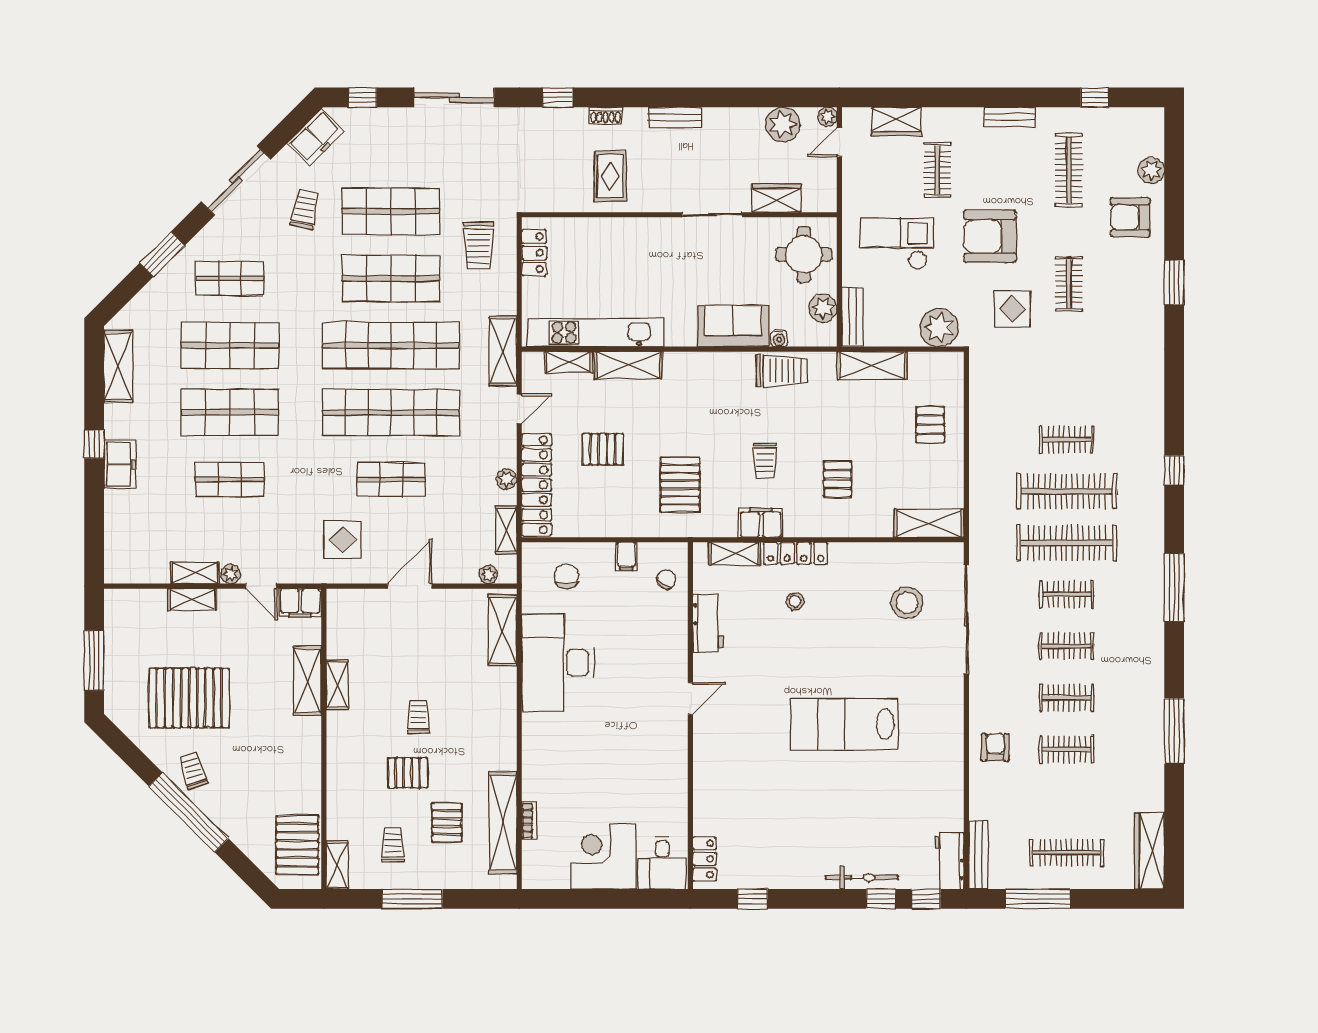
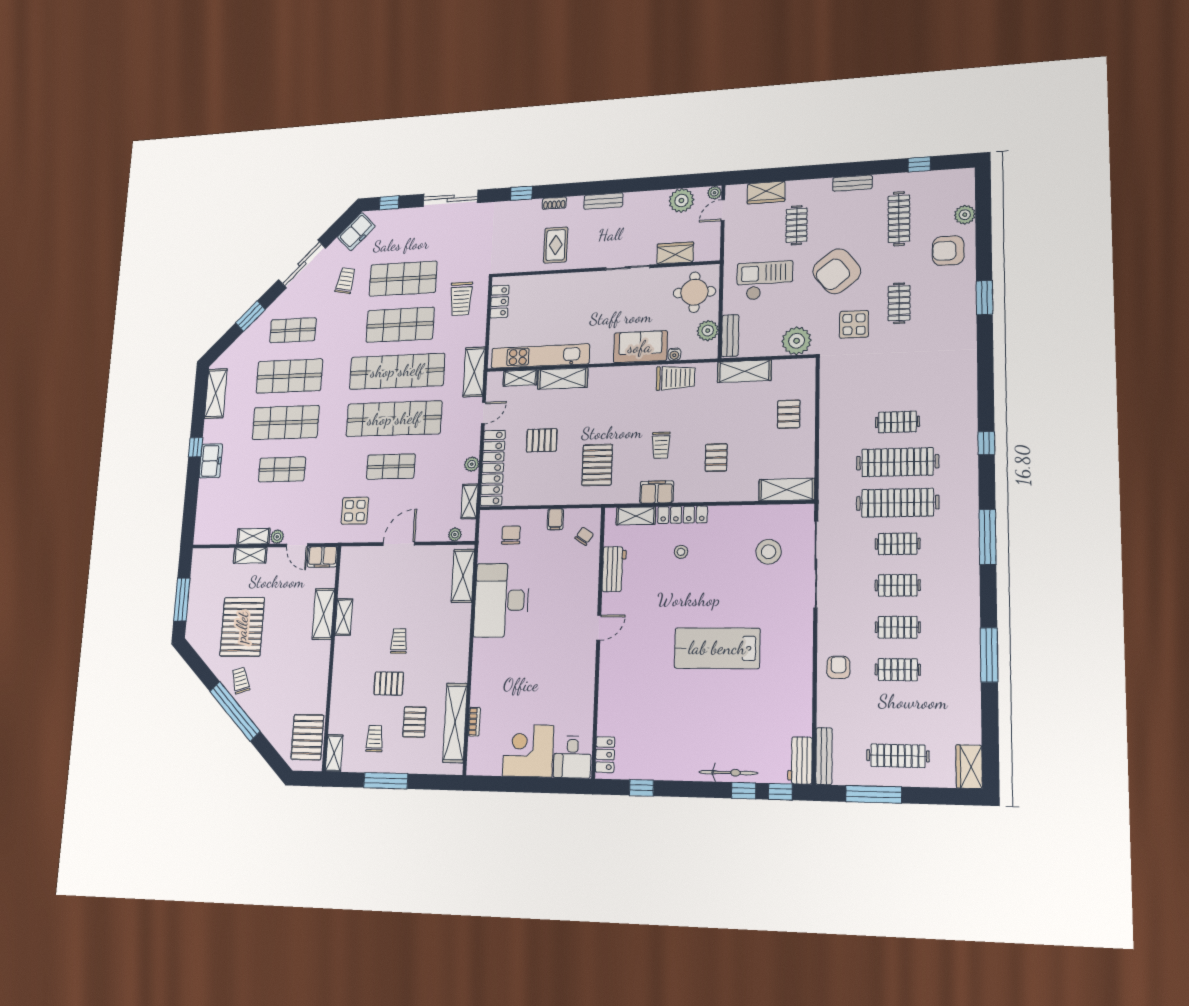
armchair: (990, 236) -> (837, 271), turned -38
pallet: (189, 698) -> (242, 627), turned 90
wardrobe: (1150, 851) -> (969, 767), width x0.67

